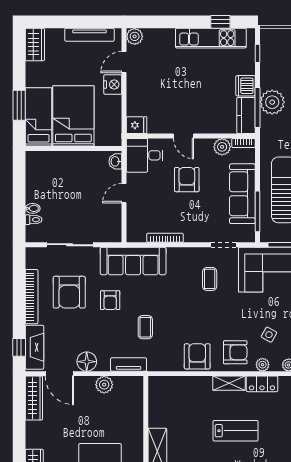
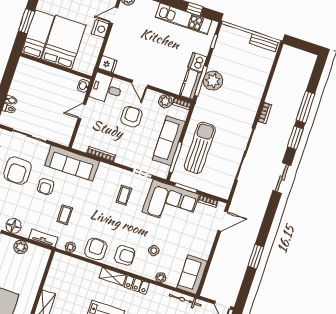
plant: (263, 365) -> (70, 247), moved

